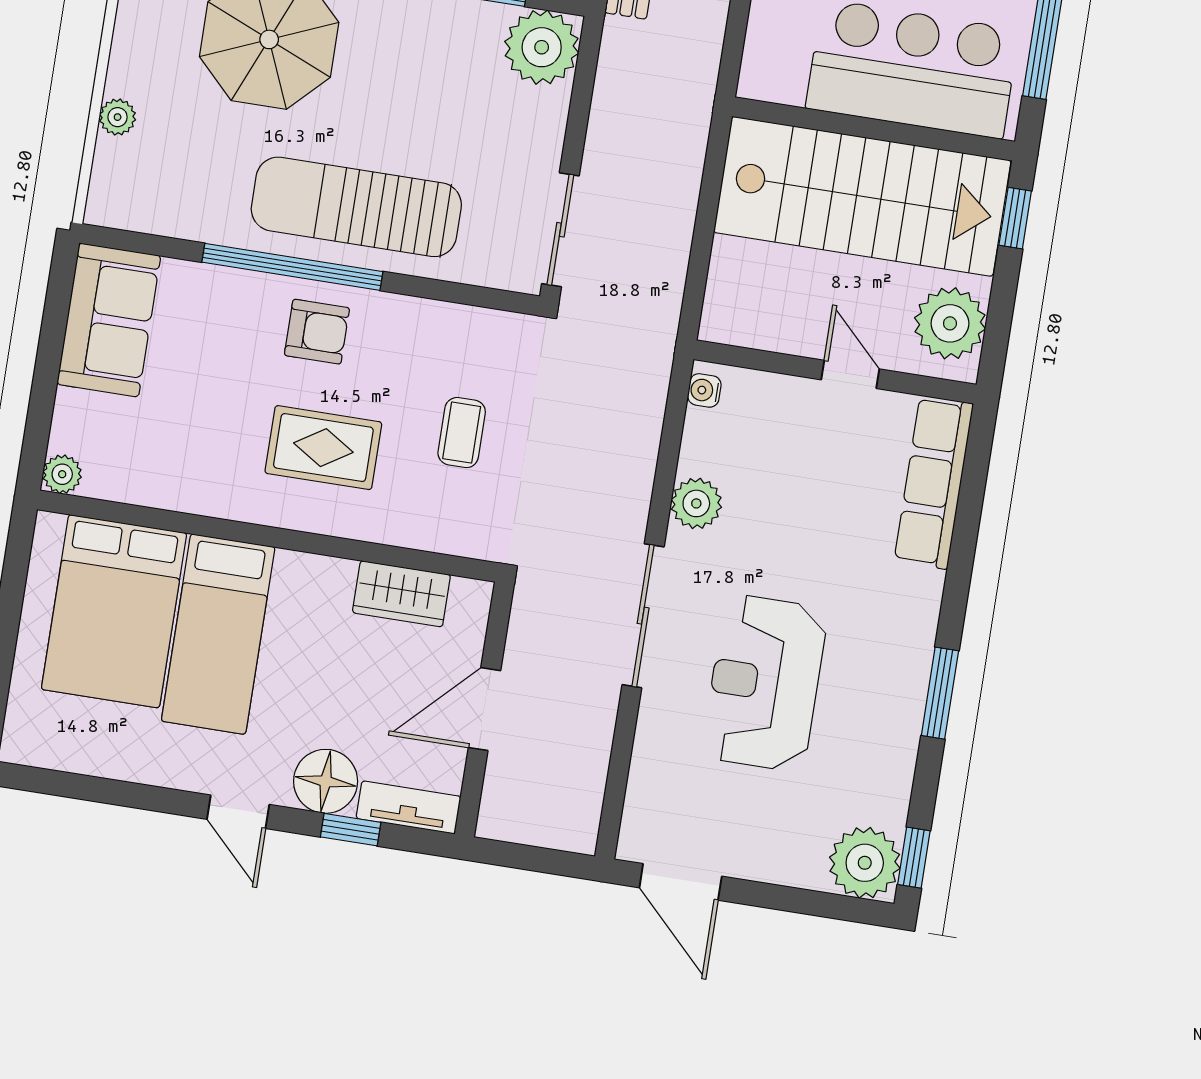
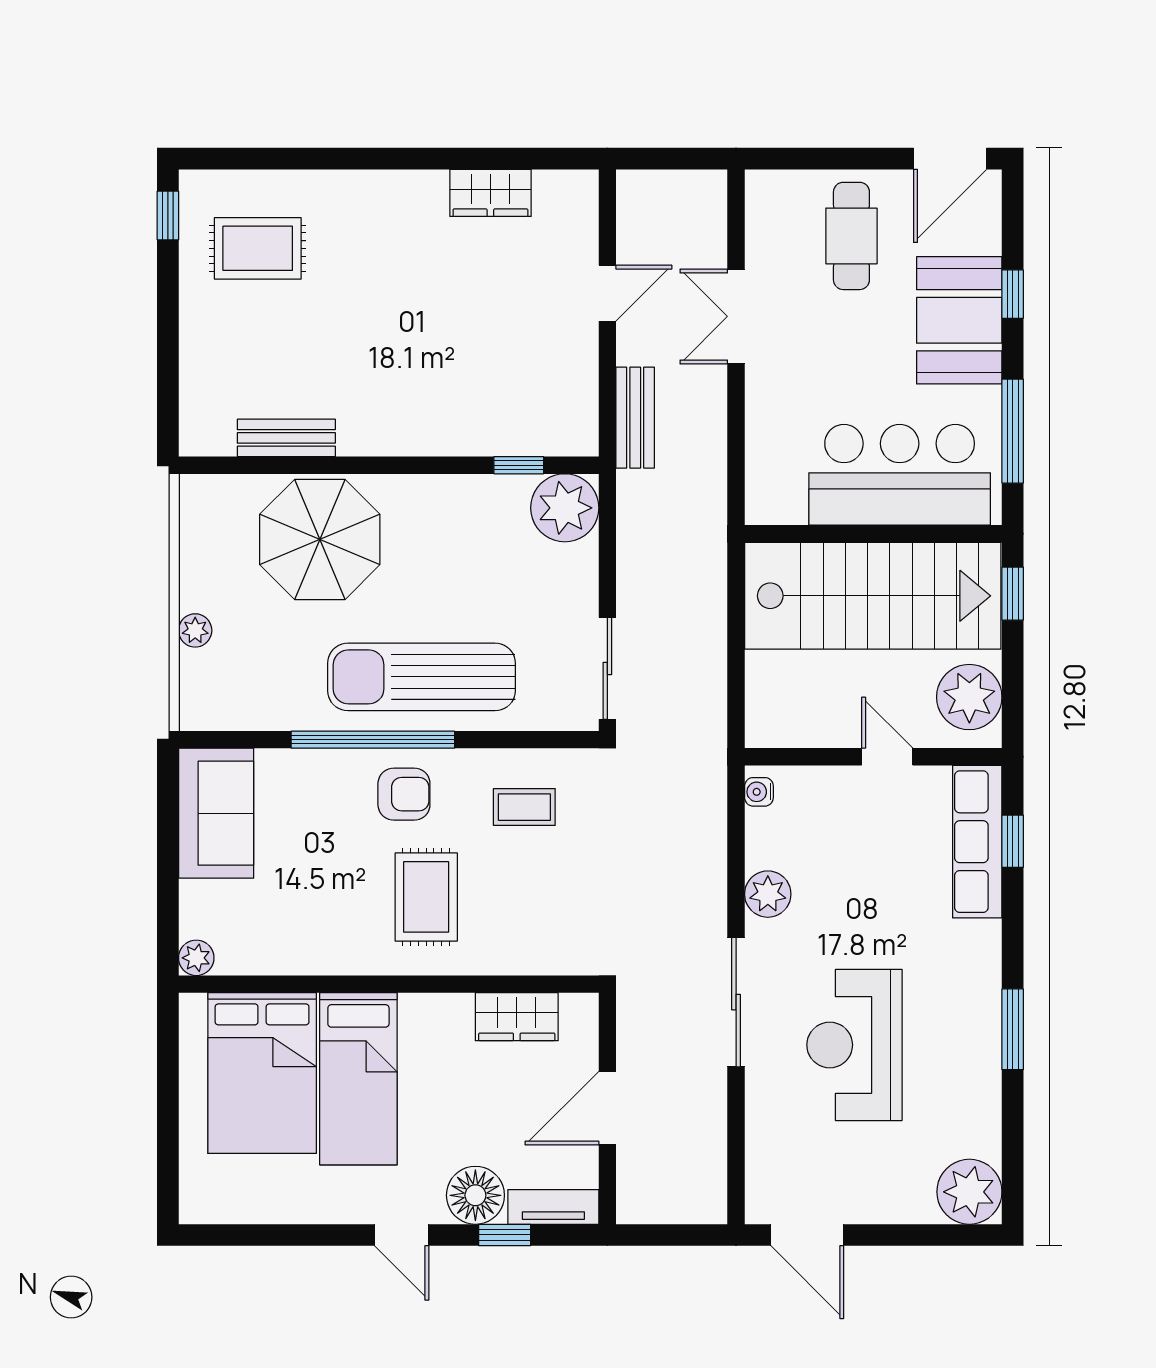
coffee table: (462, 433) -> (524, 807), moved, turned 90
rug: (323, 448) -> (426, 897), turned 90
window: (914, 858) -> (1013, 841), moved

